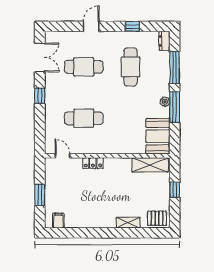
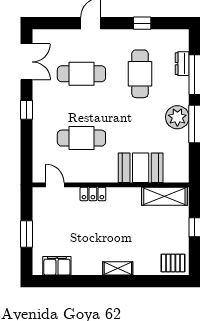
dresser: (164, 41) -> (182, 64), moved
plant: (165, 102) -> (177, 117), width x1.88, depth x1.88
booth: (158, 136) -> (141, 168), moved, turned 90
filing cabinet: (58, 221) -> (57, 266), width x2.00
shelving: (128, 223) -> (118, 268), moved

